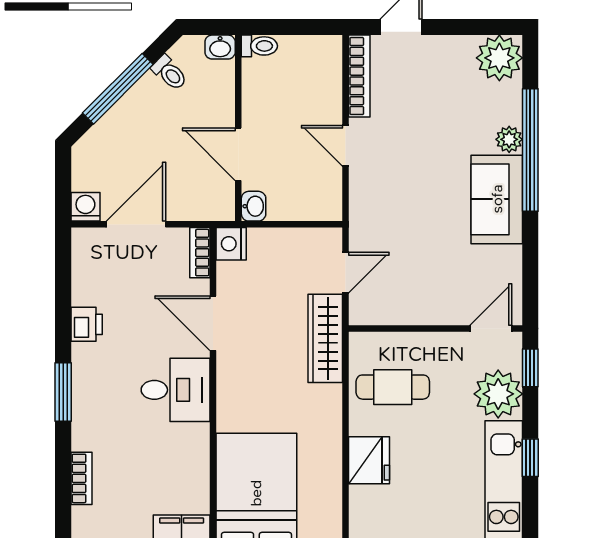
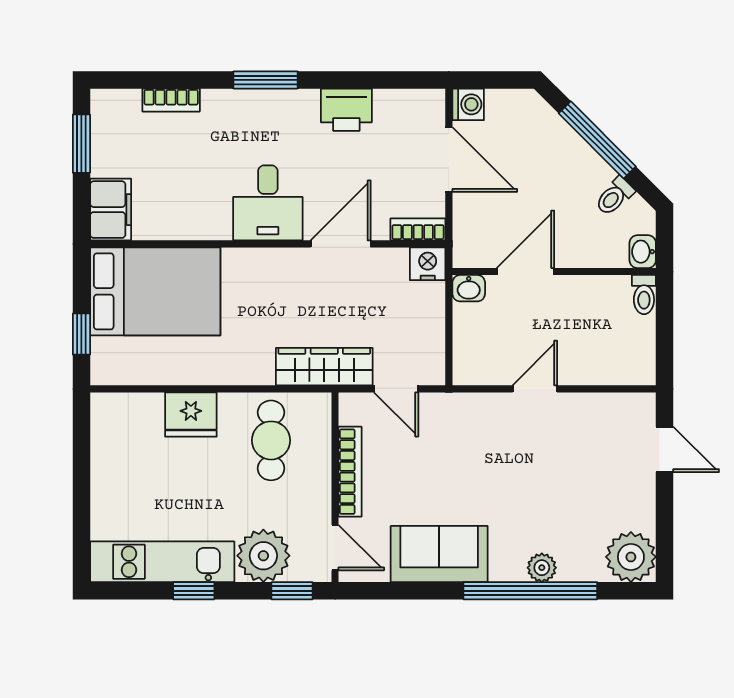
bookcase: (359, 76) -> (350, 472), moved, turned -90
sofa: (497, 199) -> (439, 554), moved
printer: (87, 324) -> (346, 110), width x1.36, depth x1.24

